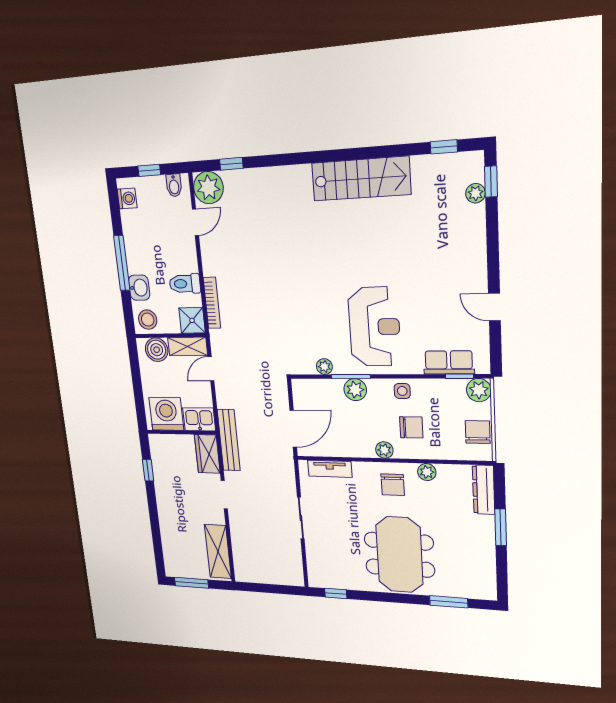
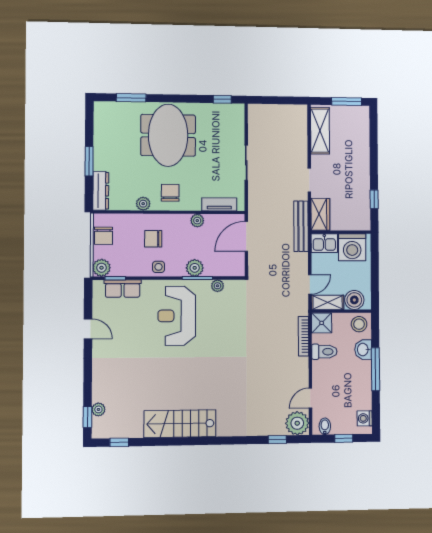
plant: (384, 450) -> (197, 221), moved

